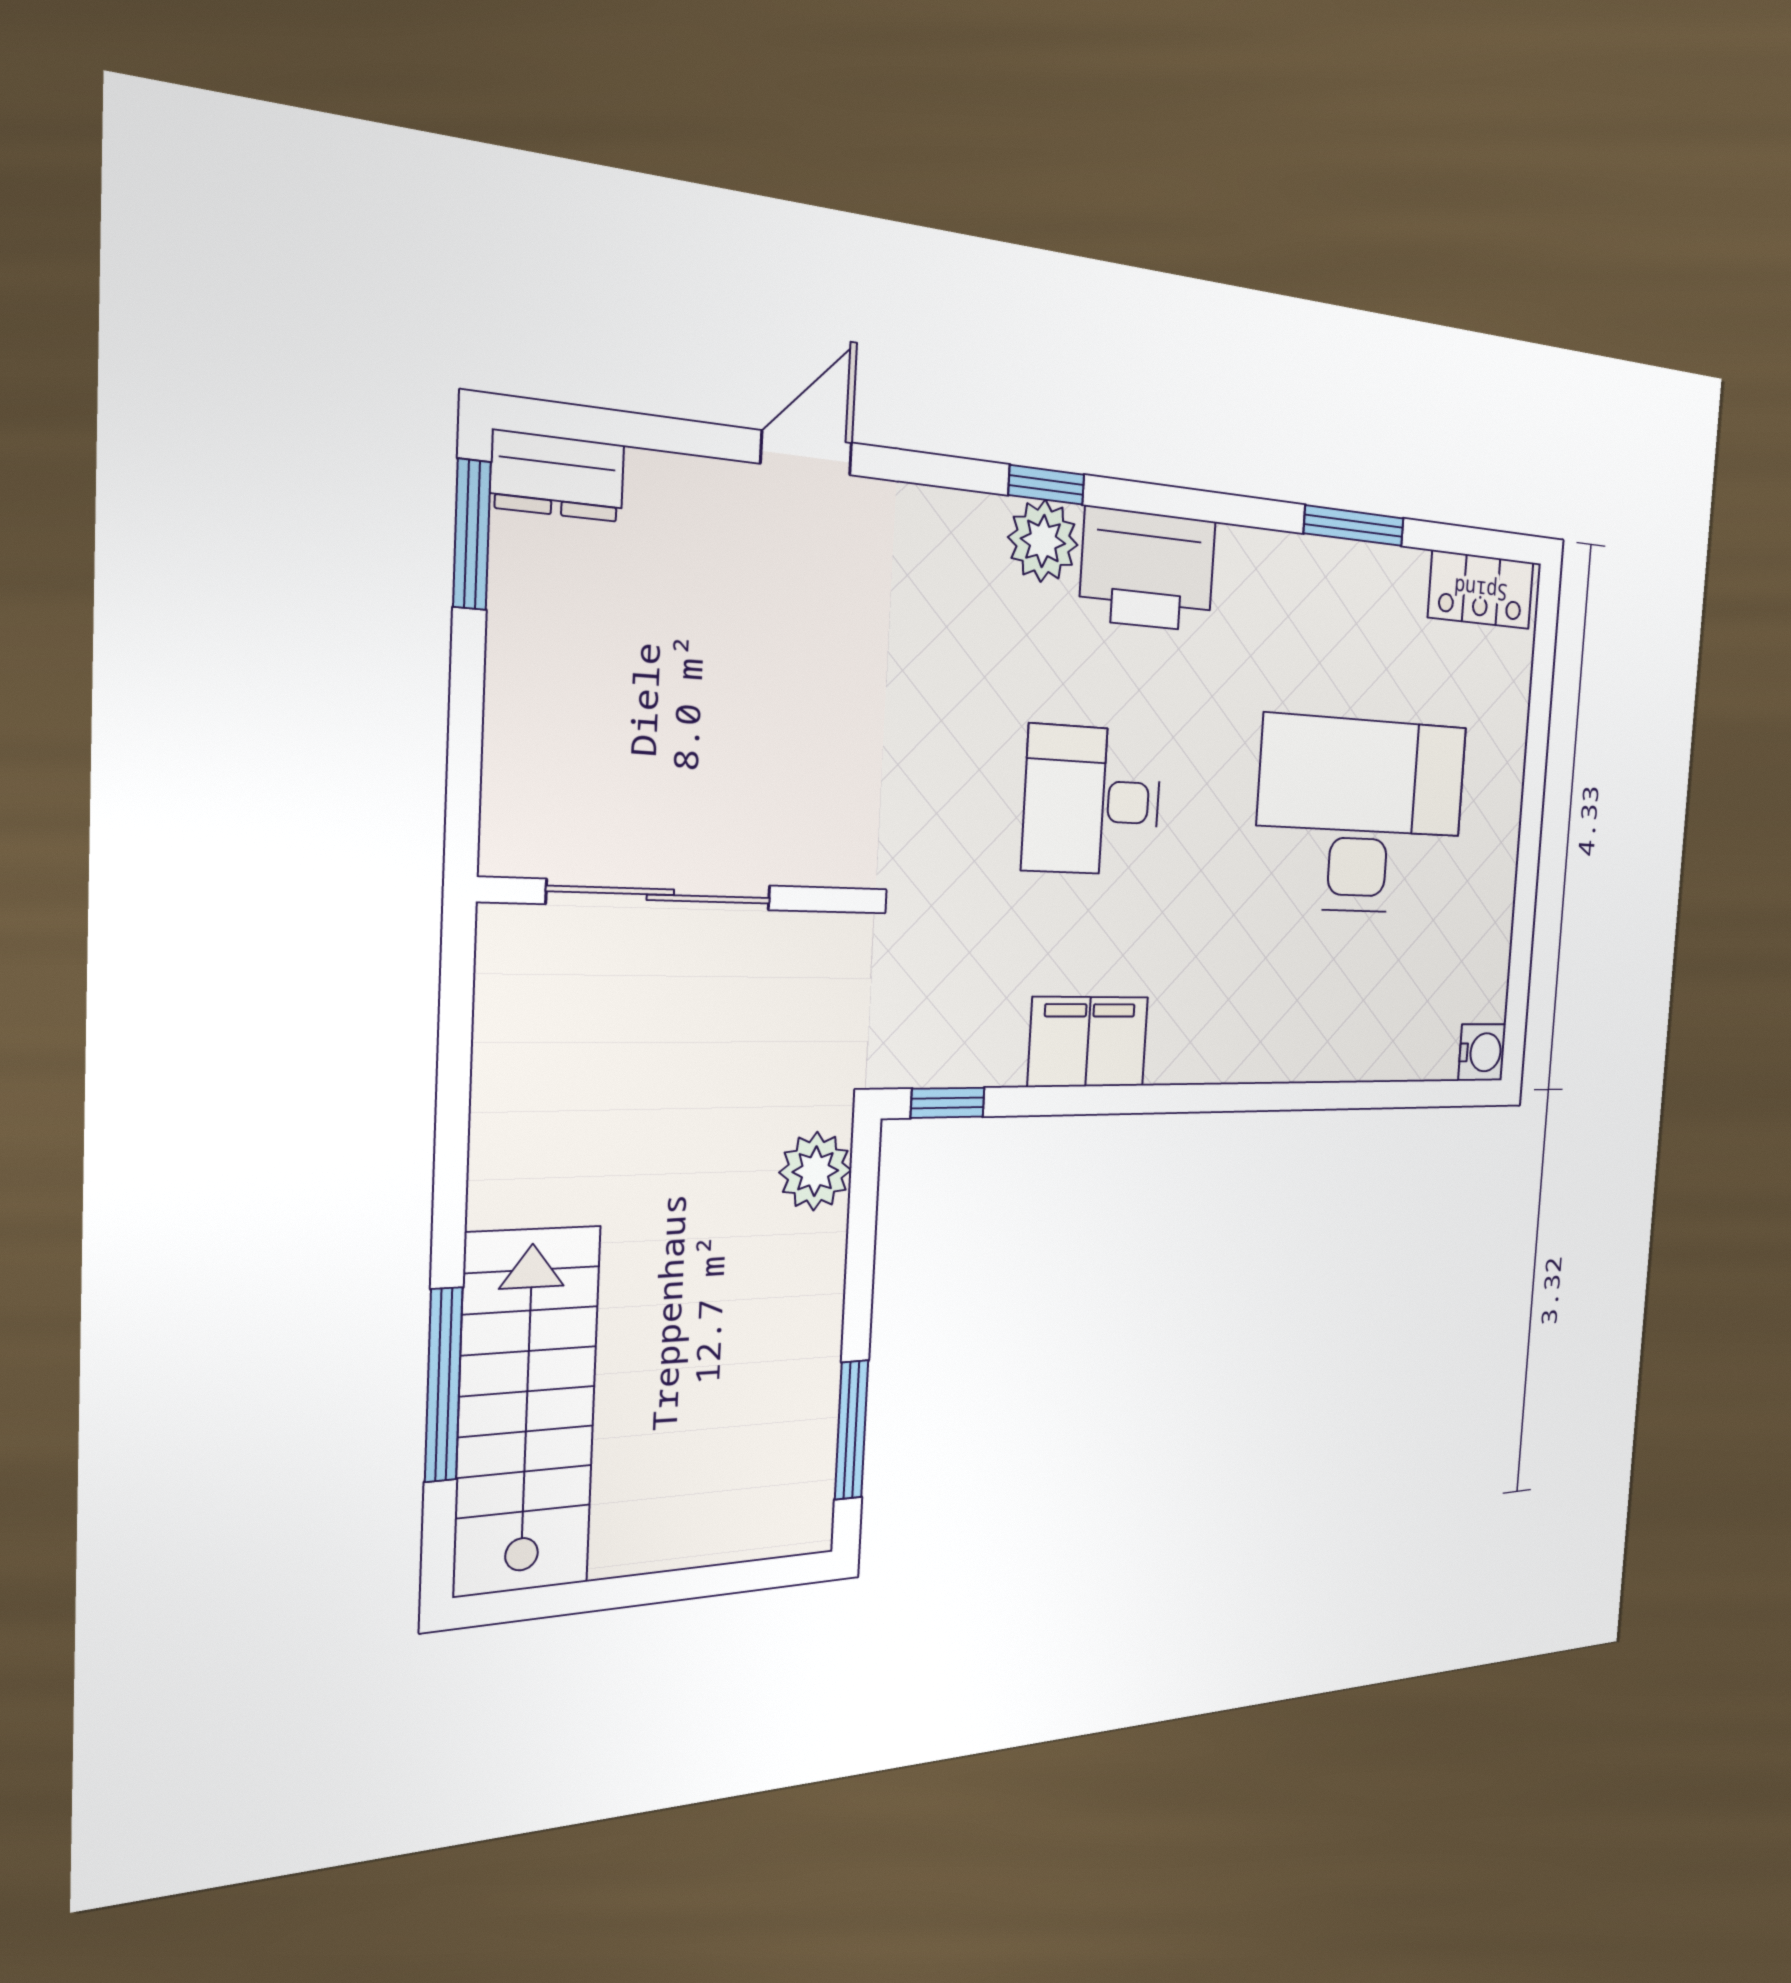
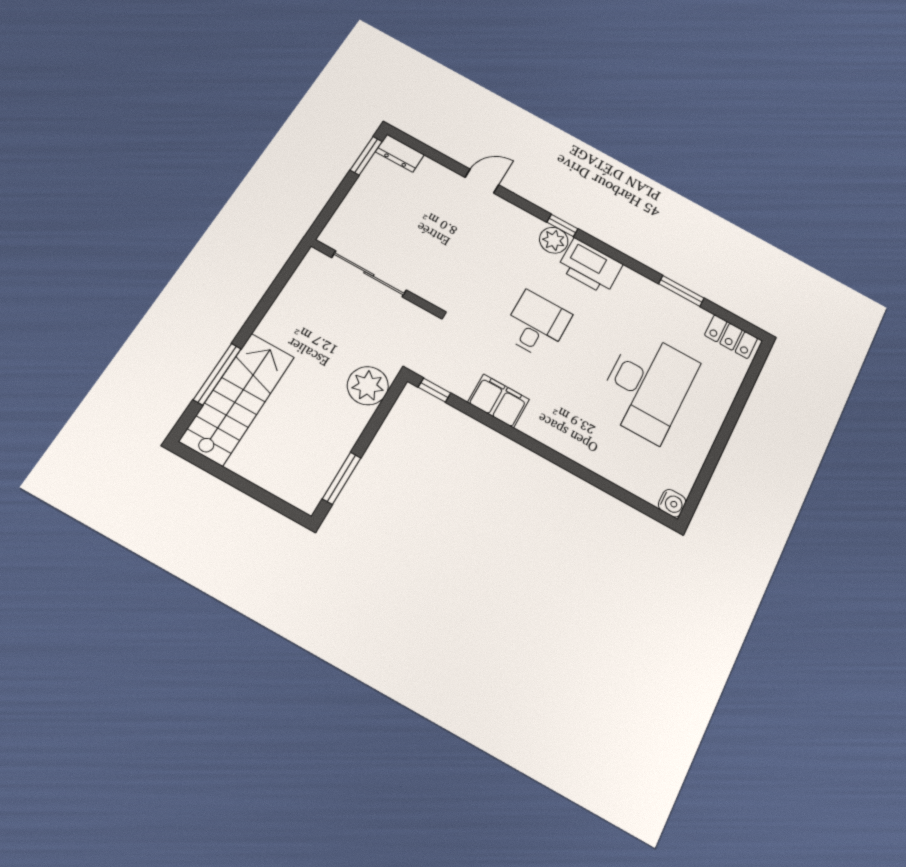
desk: (1092, 801) -> (537, 325), turned 90
desk: (1361, 816) -> (647, 386), turned 90
plant: (815, 1171) -> (368, 386), width x1.36, depth x1.36

